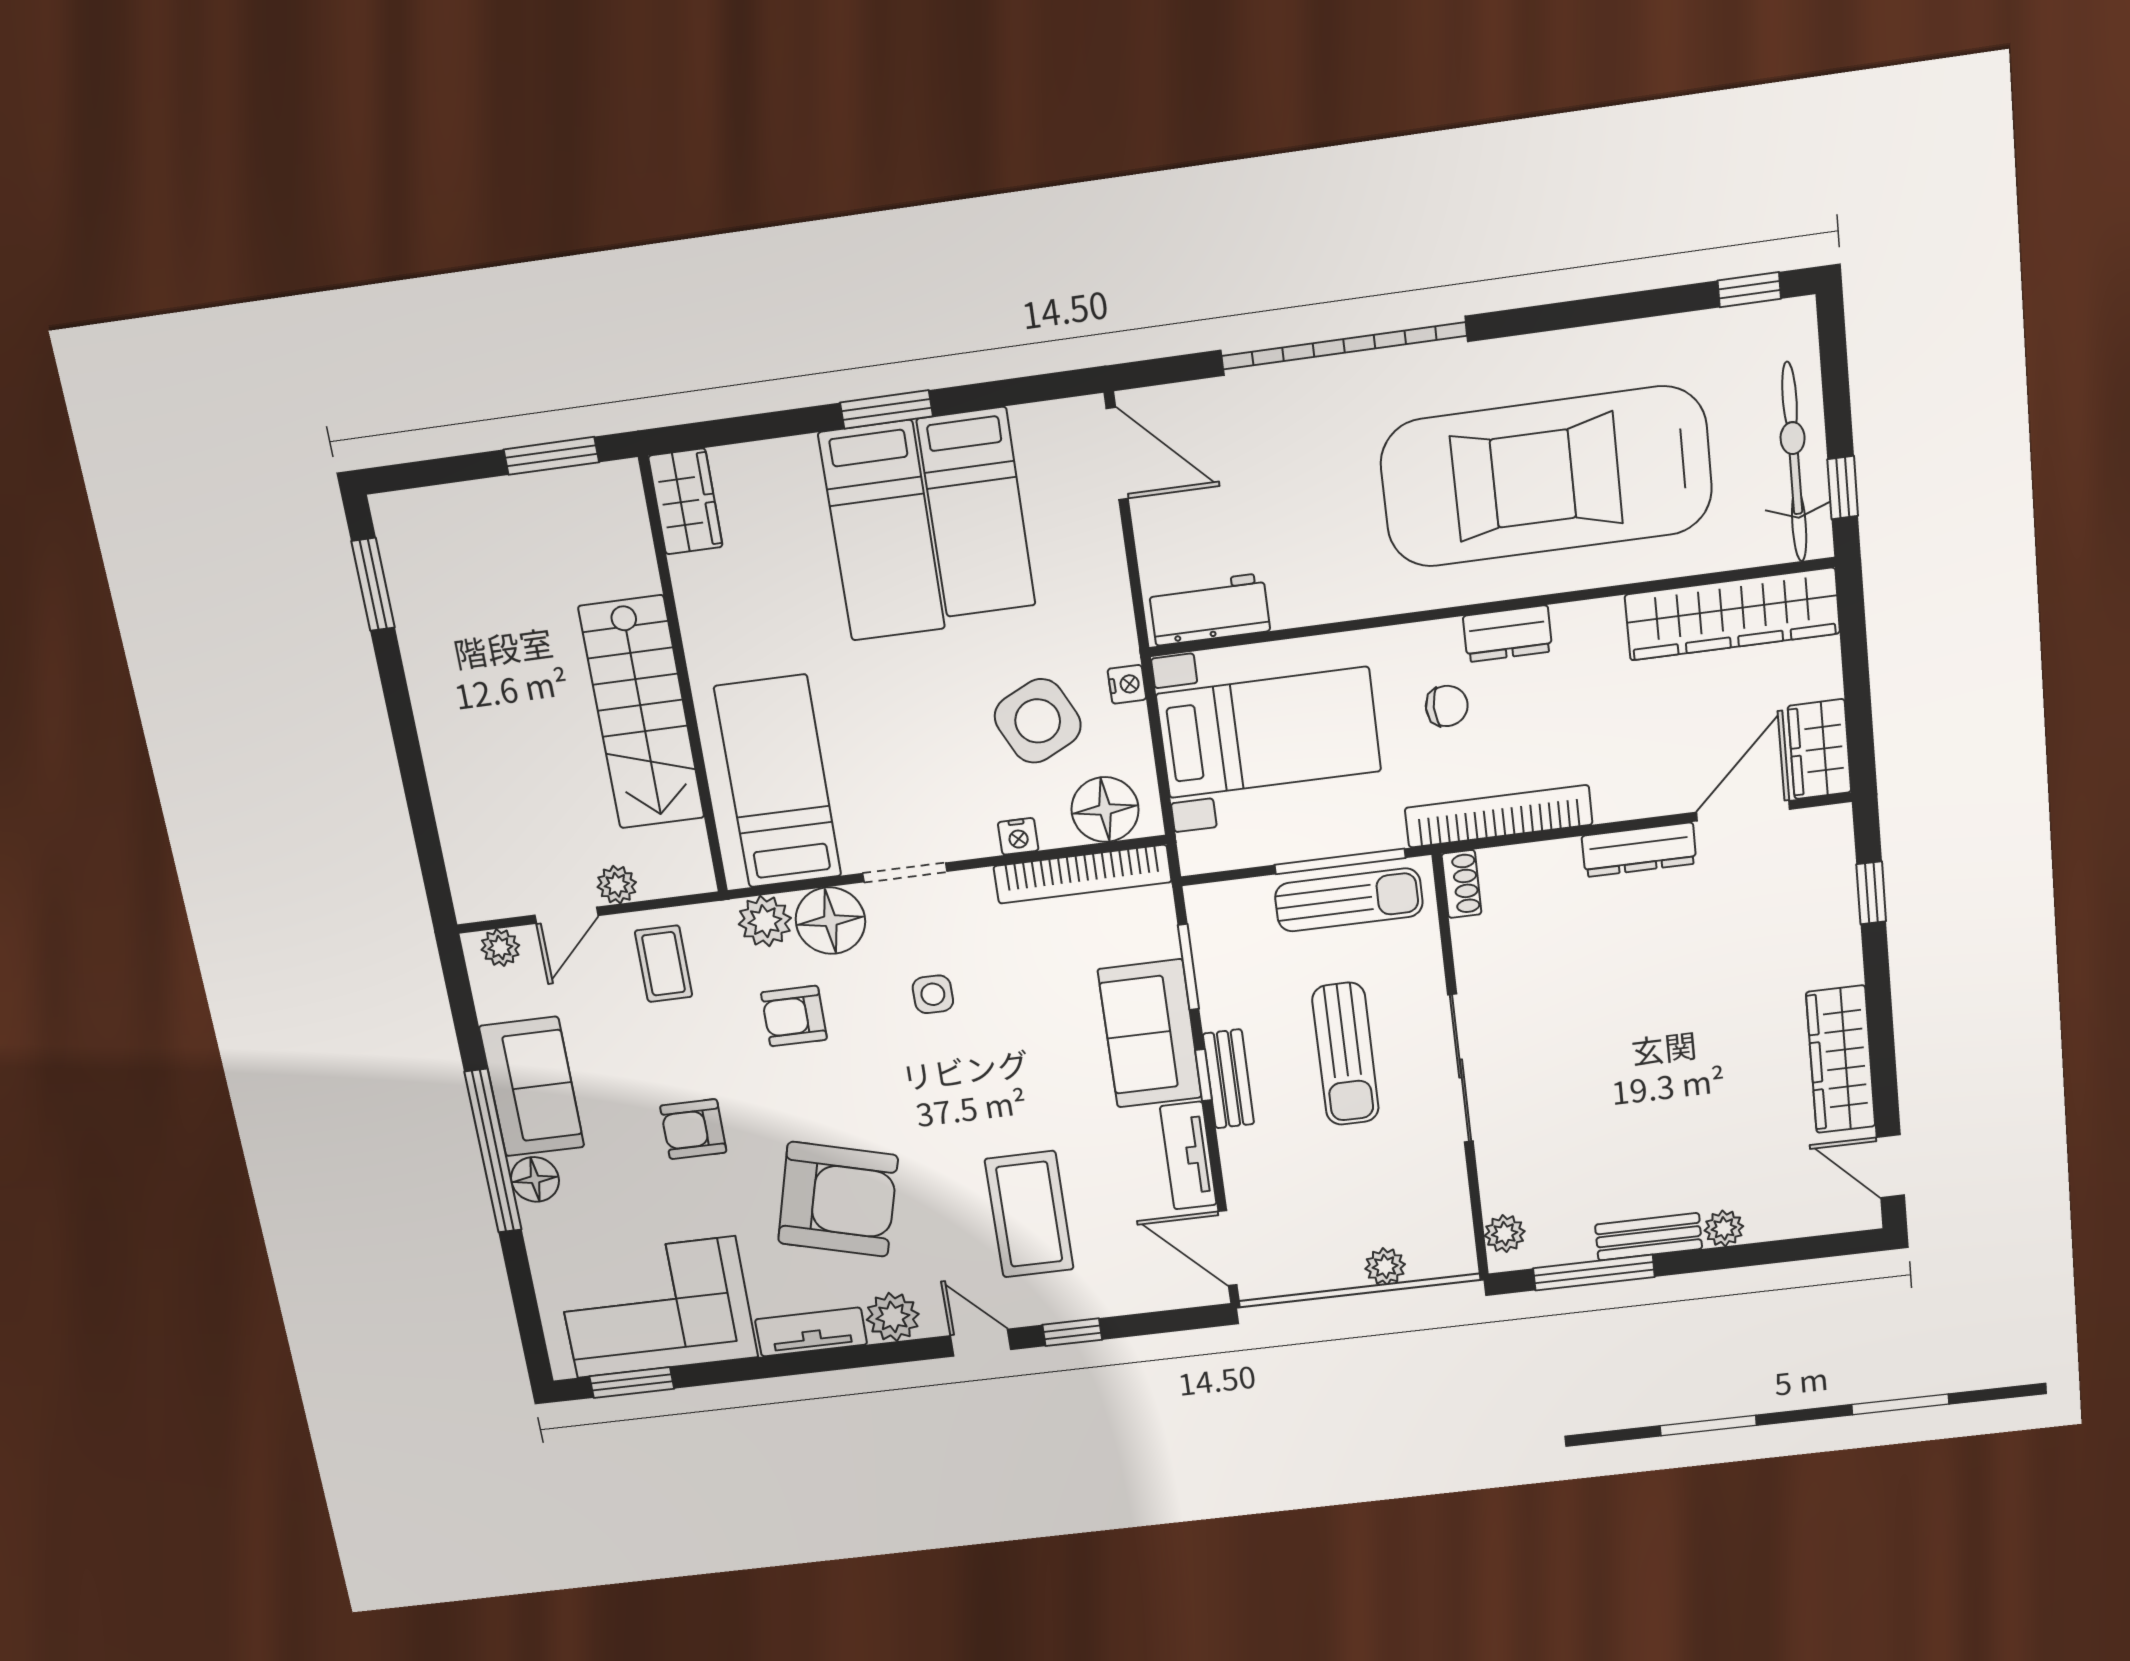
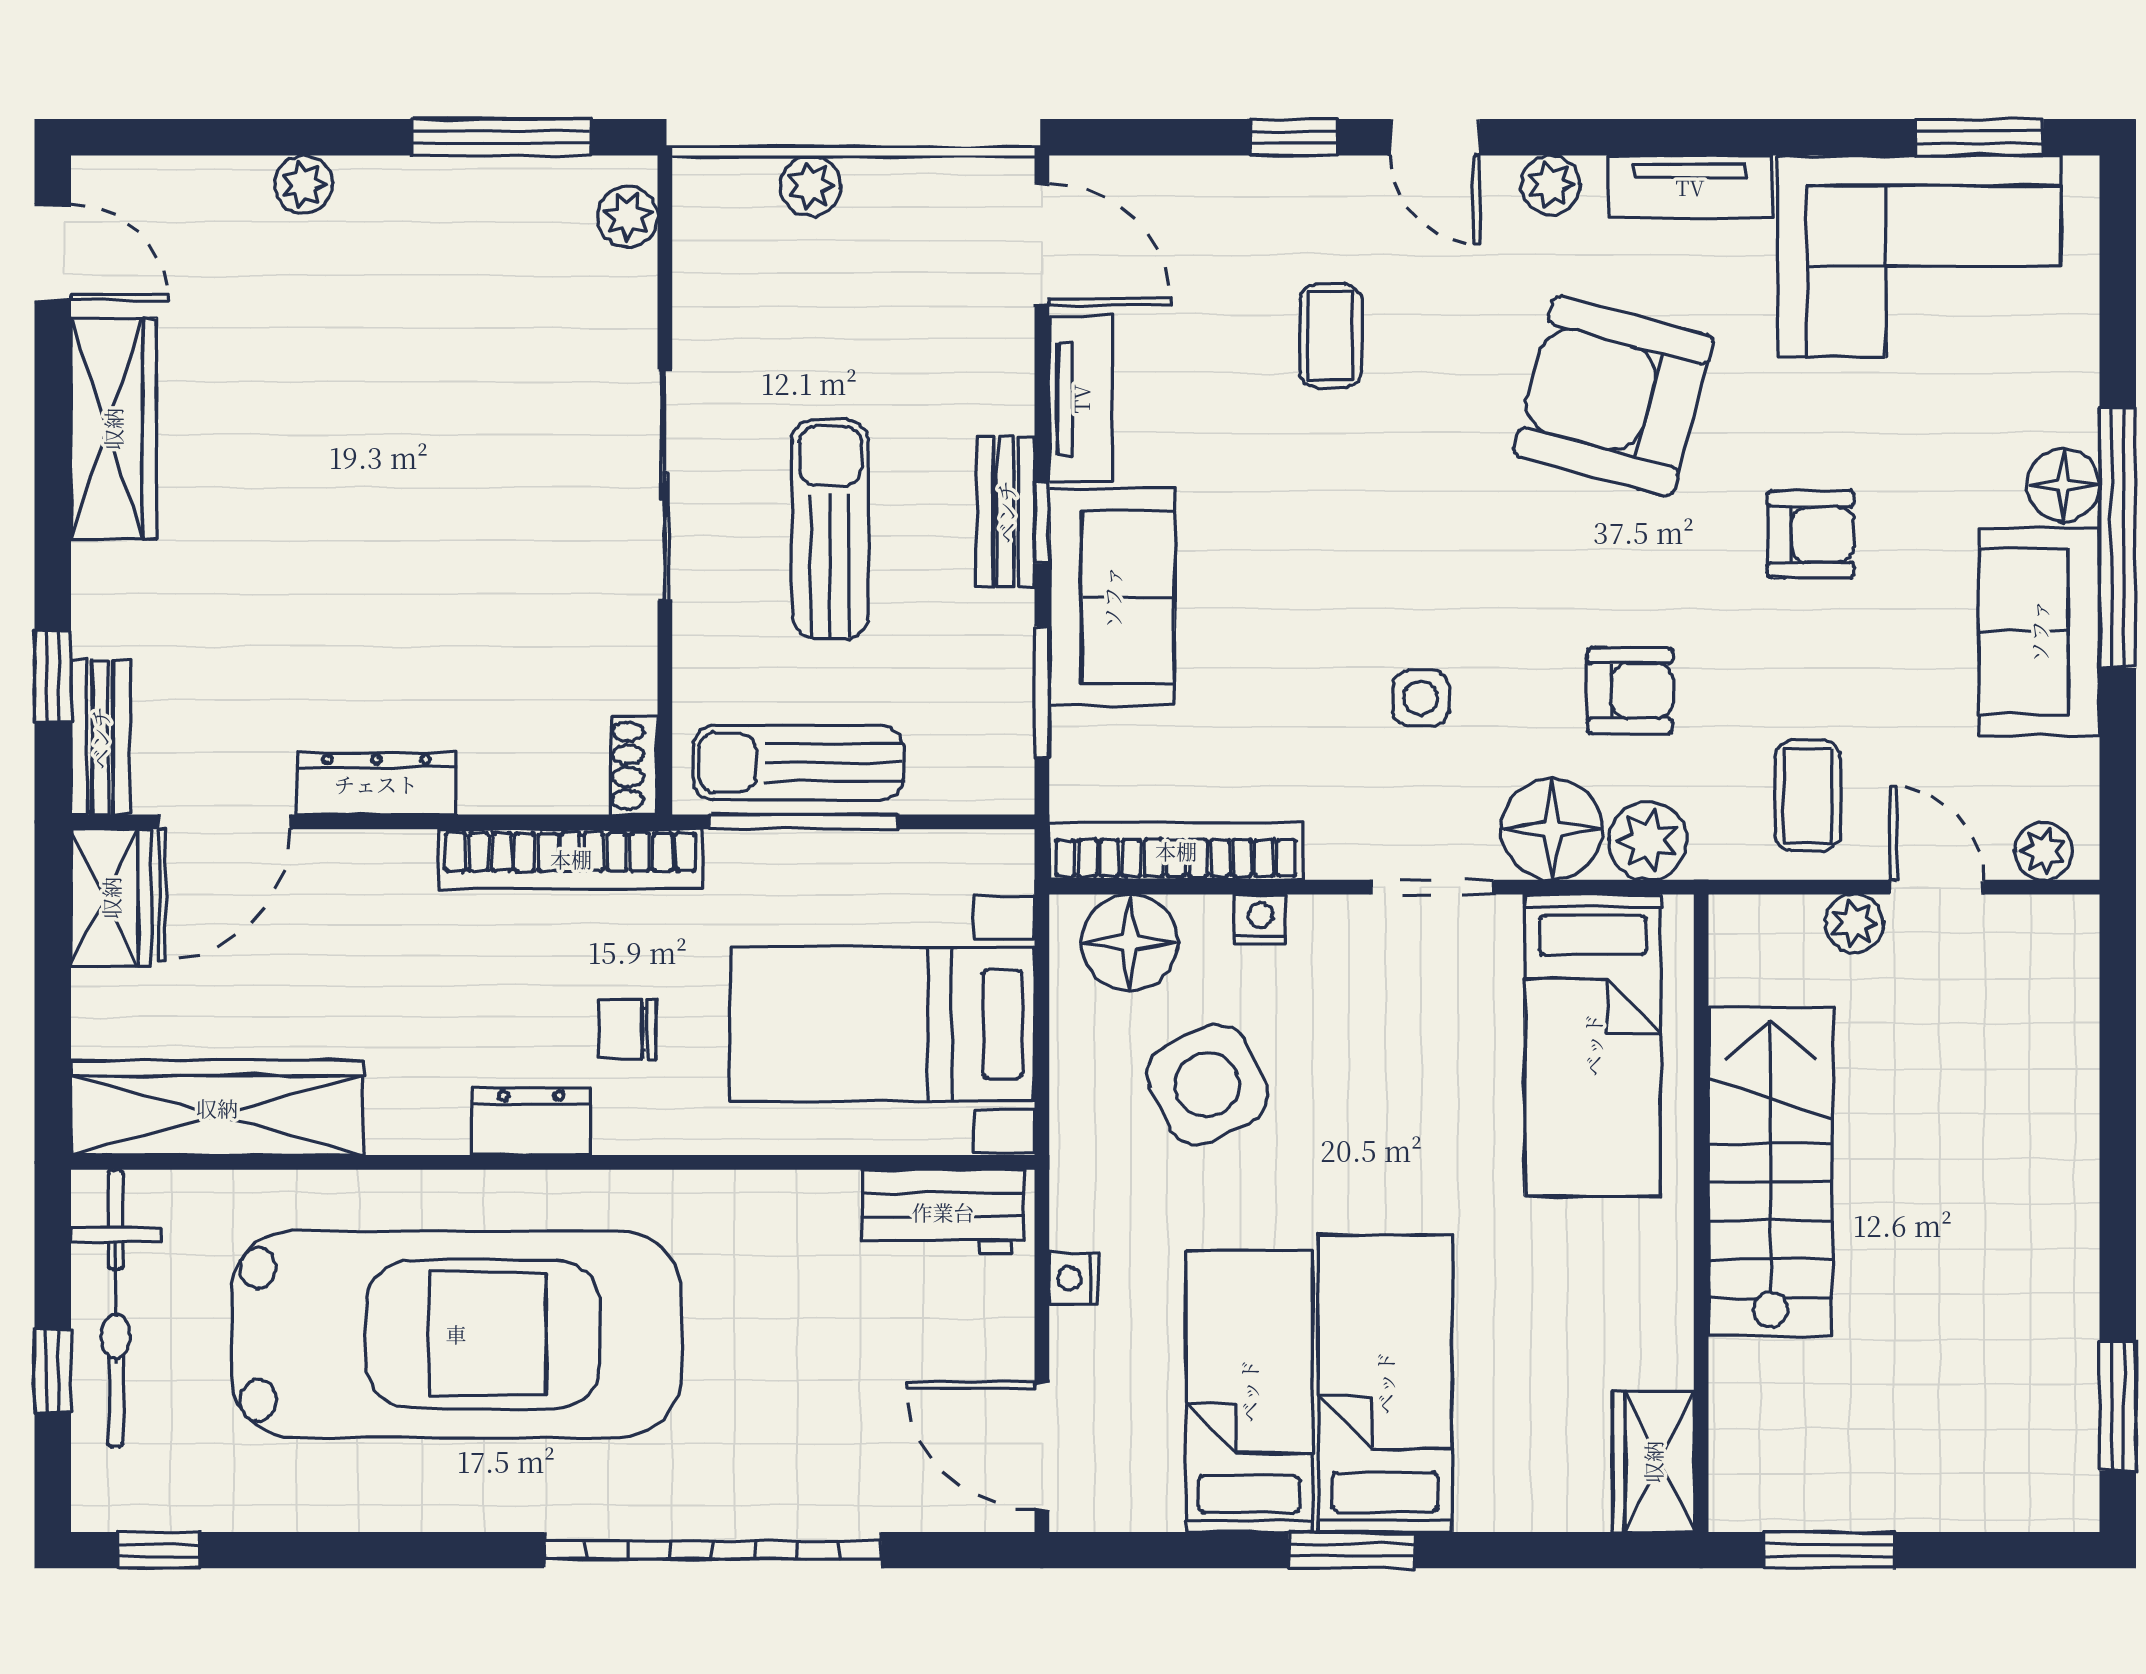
window: (1843, 488) -> (53, 1371), moved
nightstand: (1127, 684) -> (1073, 1278), moved
door: (566, 915) -> (1937, 887), hinge flipped
coffee table: (1029, 1214) -> (1330, 336), width x0.54, depth x0.58
bench: (1649, 1237) -> (100, 738), moved, turned 90
plant: (893, 1317) -> (1551, 185), width x0.73, depth x0.73

